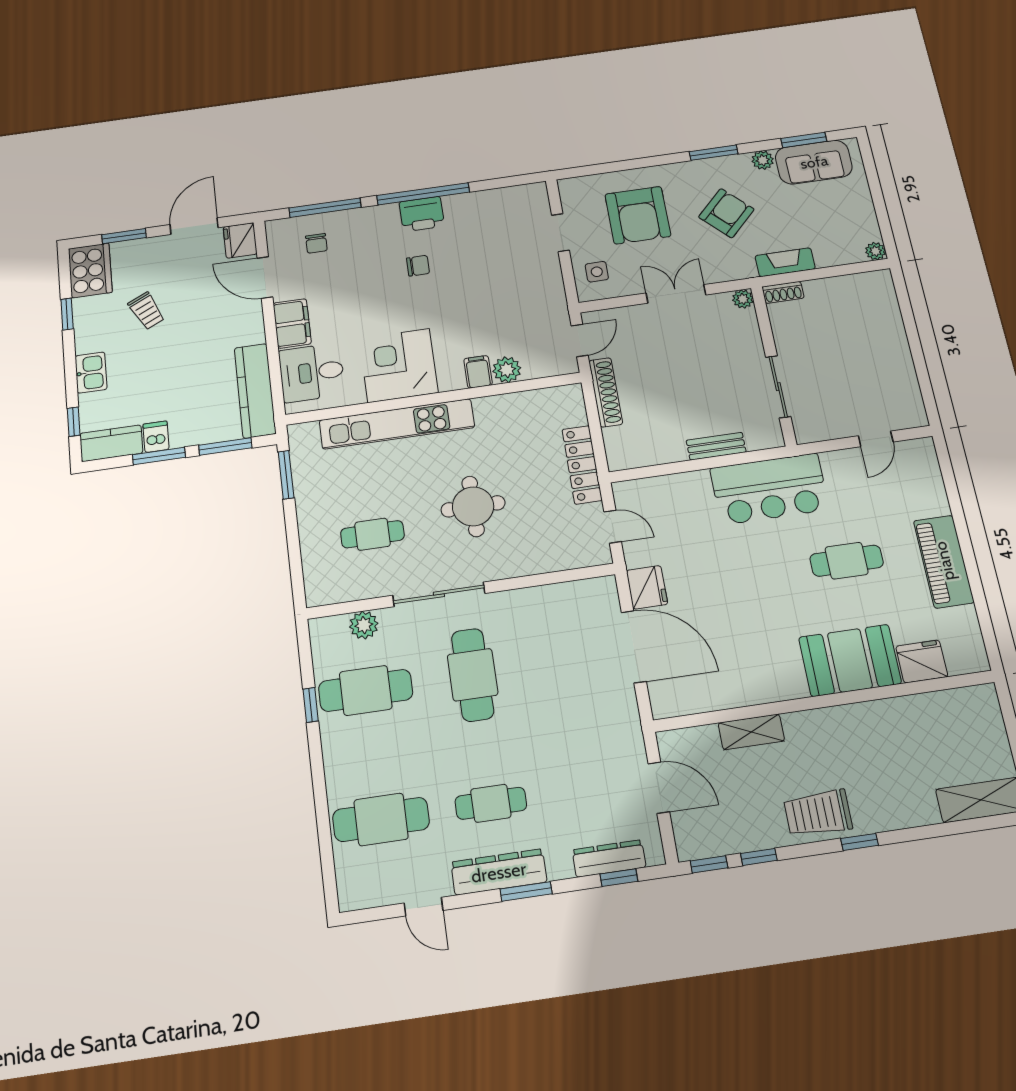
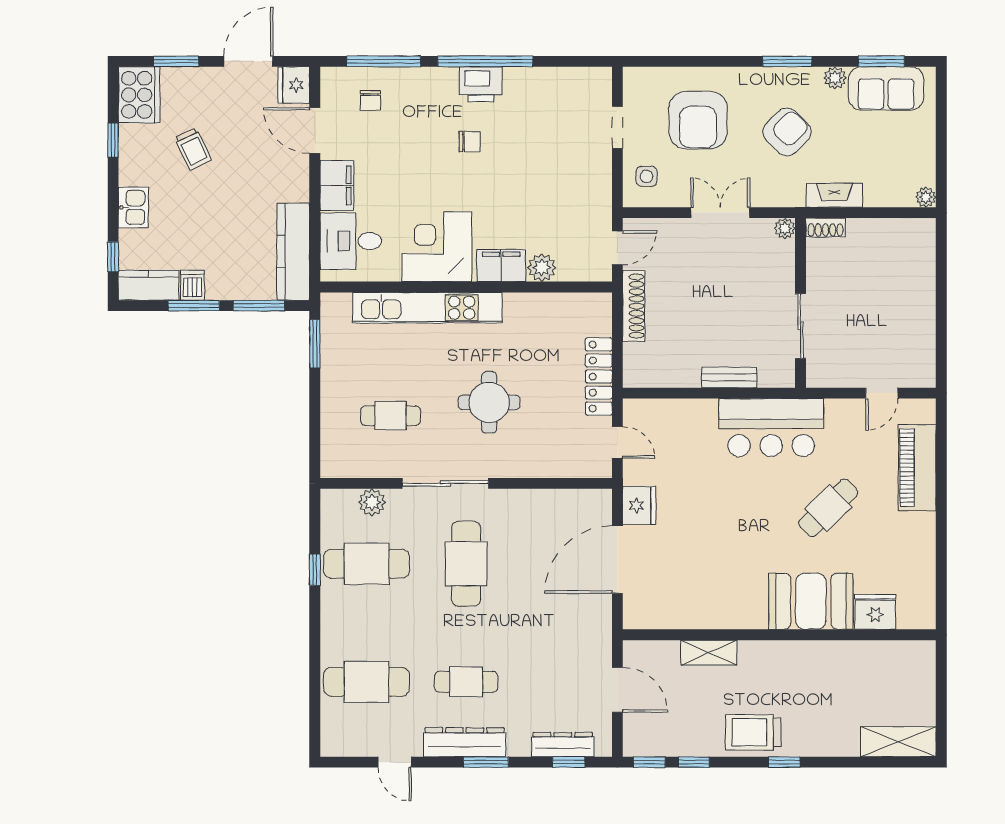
filing cabinet: (478, 372) -> (501, 266), width x2.00
cafe table: (847, 561) -> (828, 508), turned -44
piano: (944, 561) -> (917, 468), moved
door: (634, 647) -> (617, 560), swing flipped

